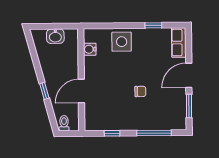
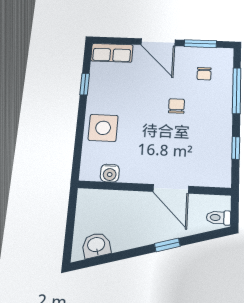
washbasin: (55, 36) -> (96, 245), moved, turned -106
chair: (166, 110) -> (204, 74), added

